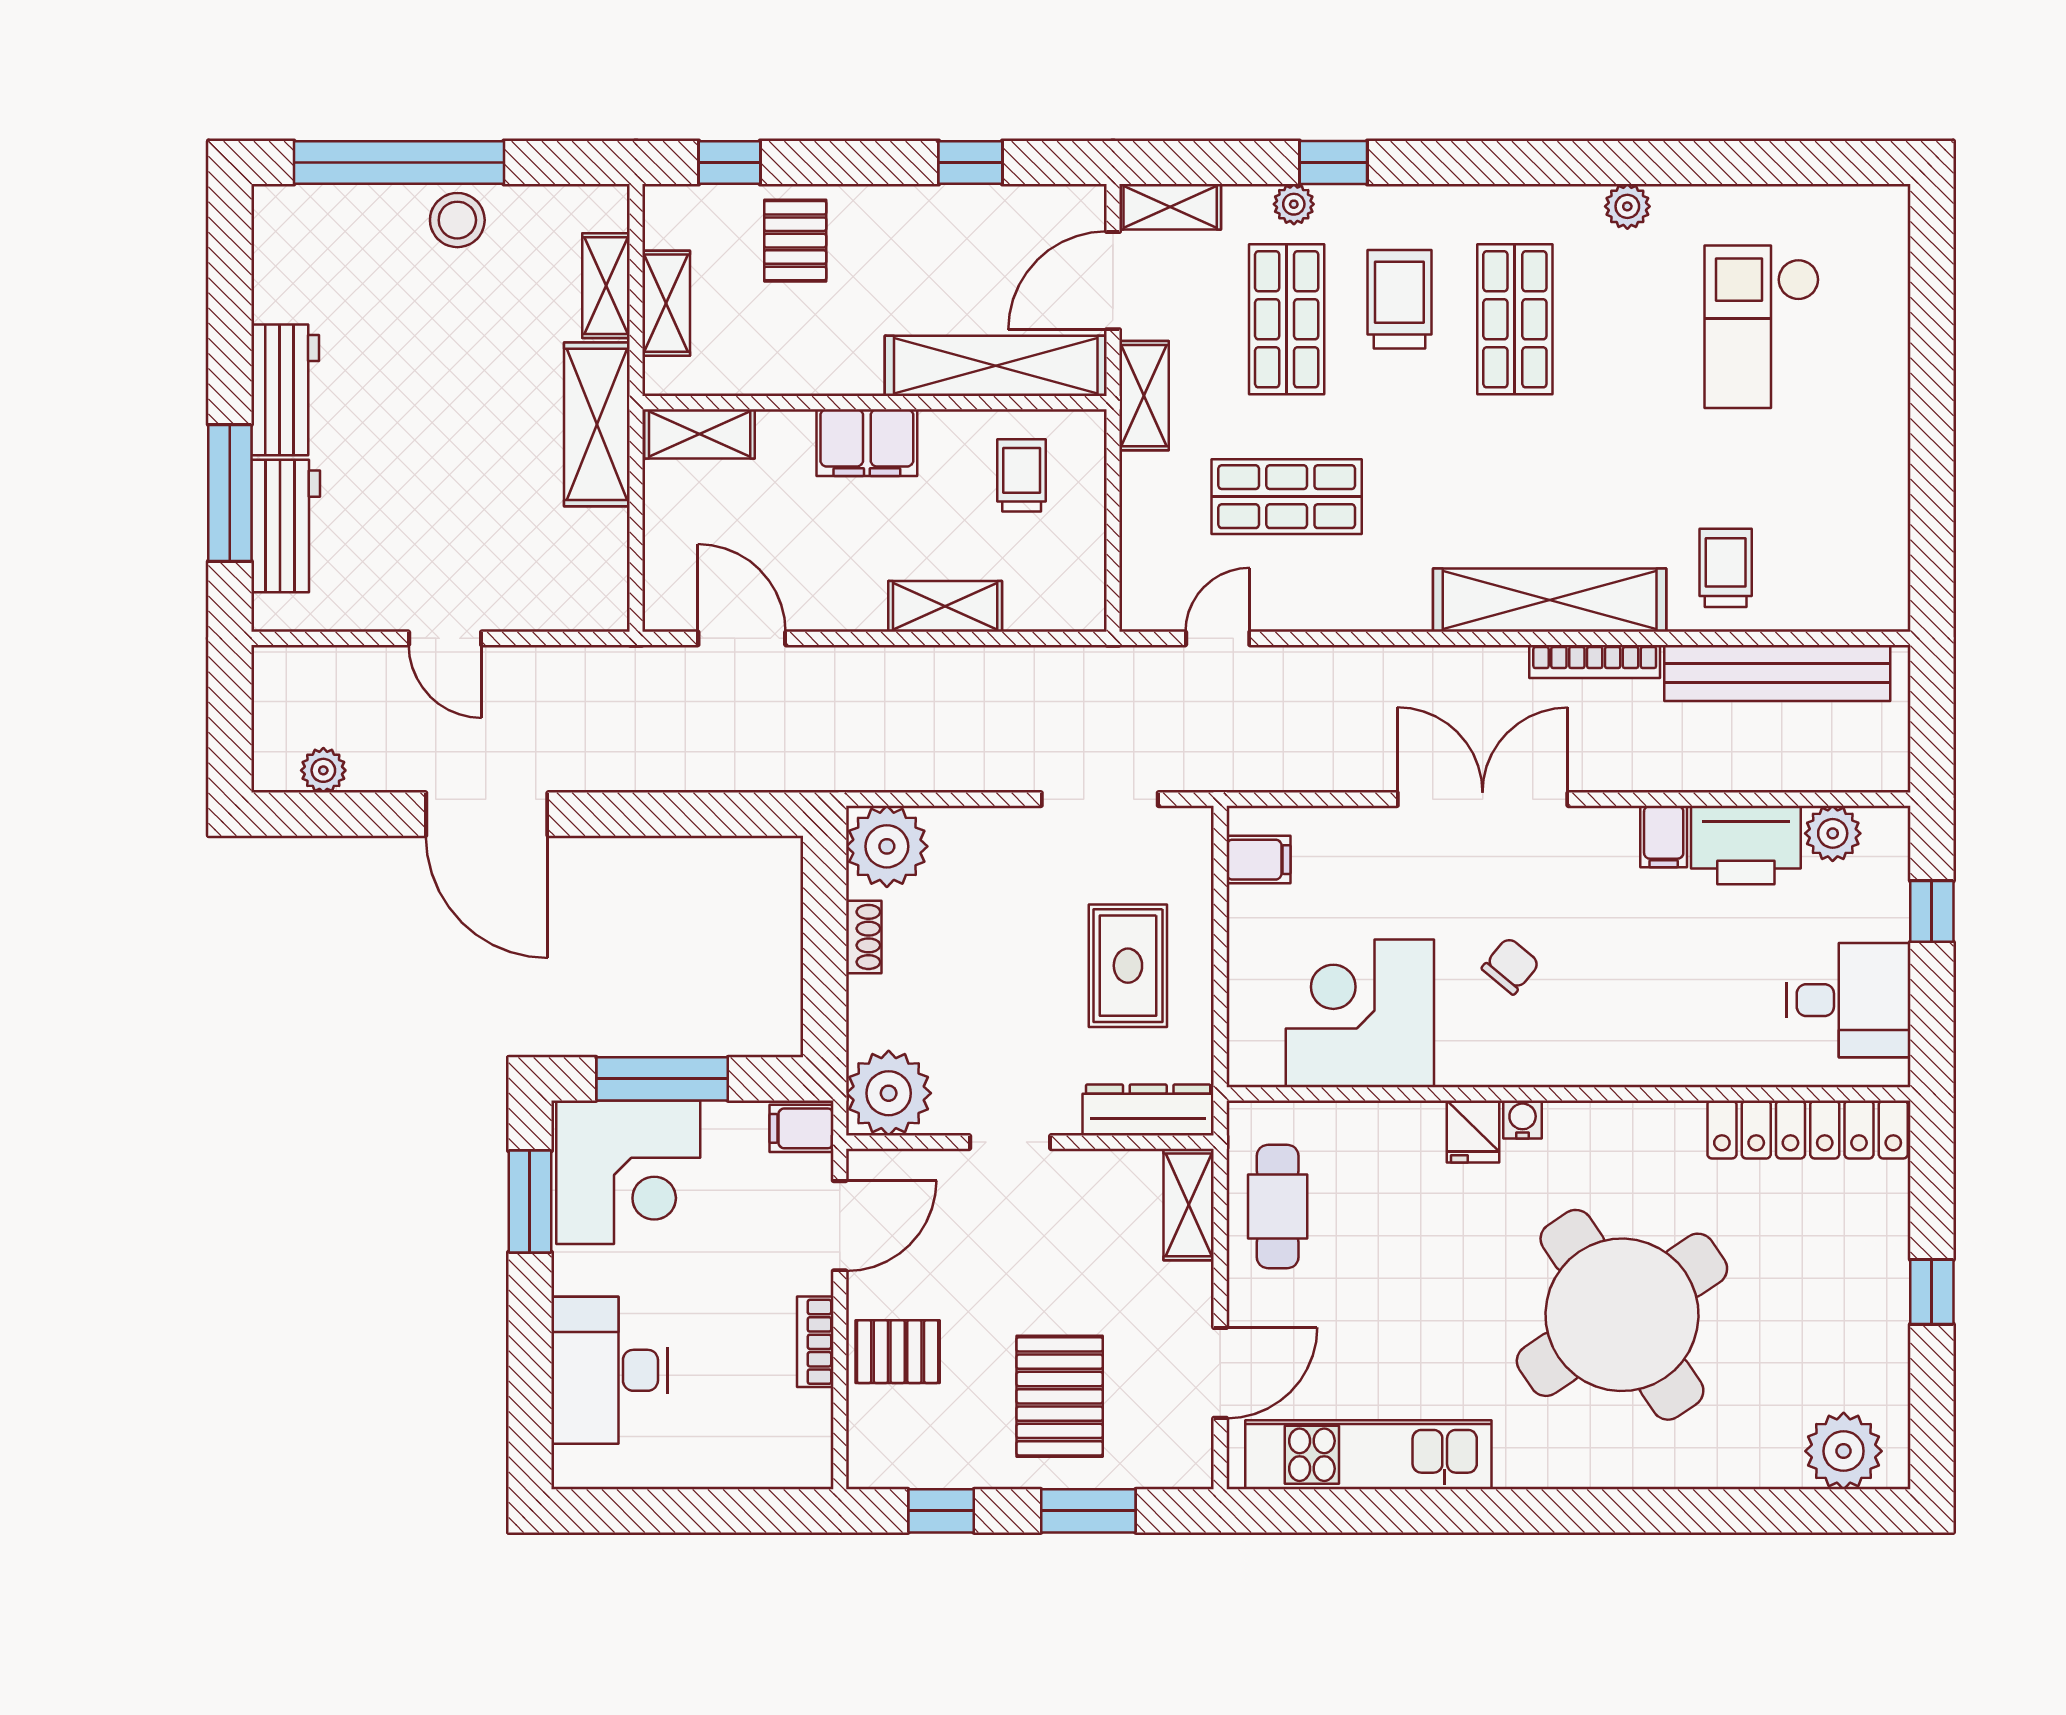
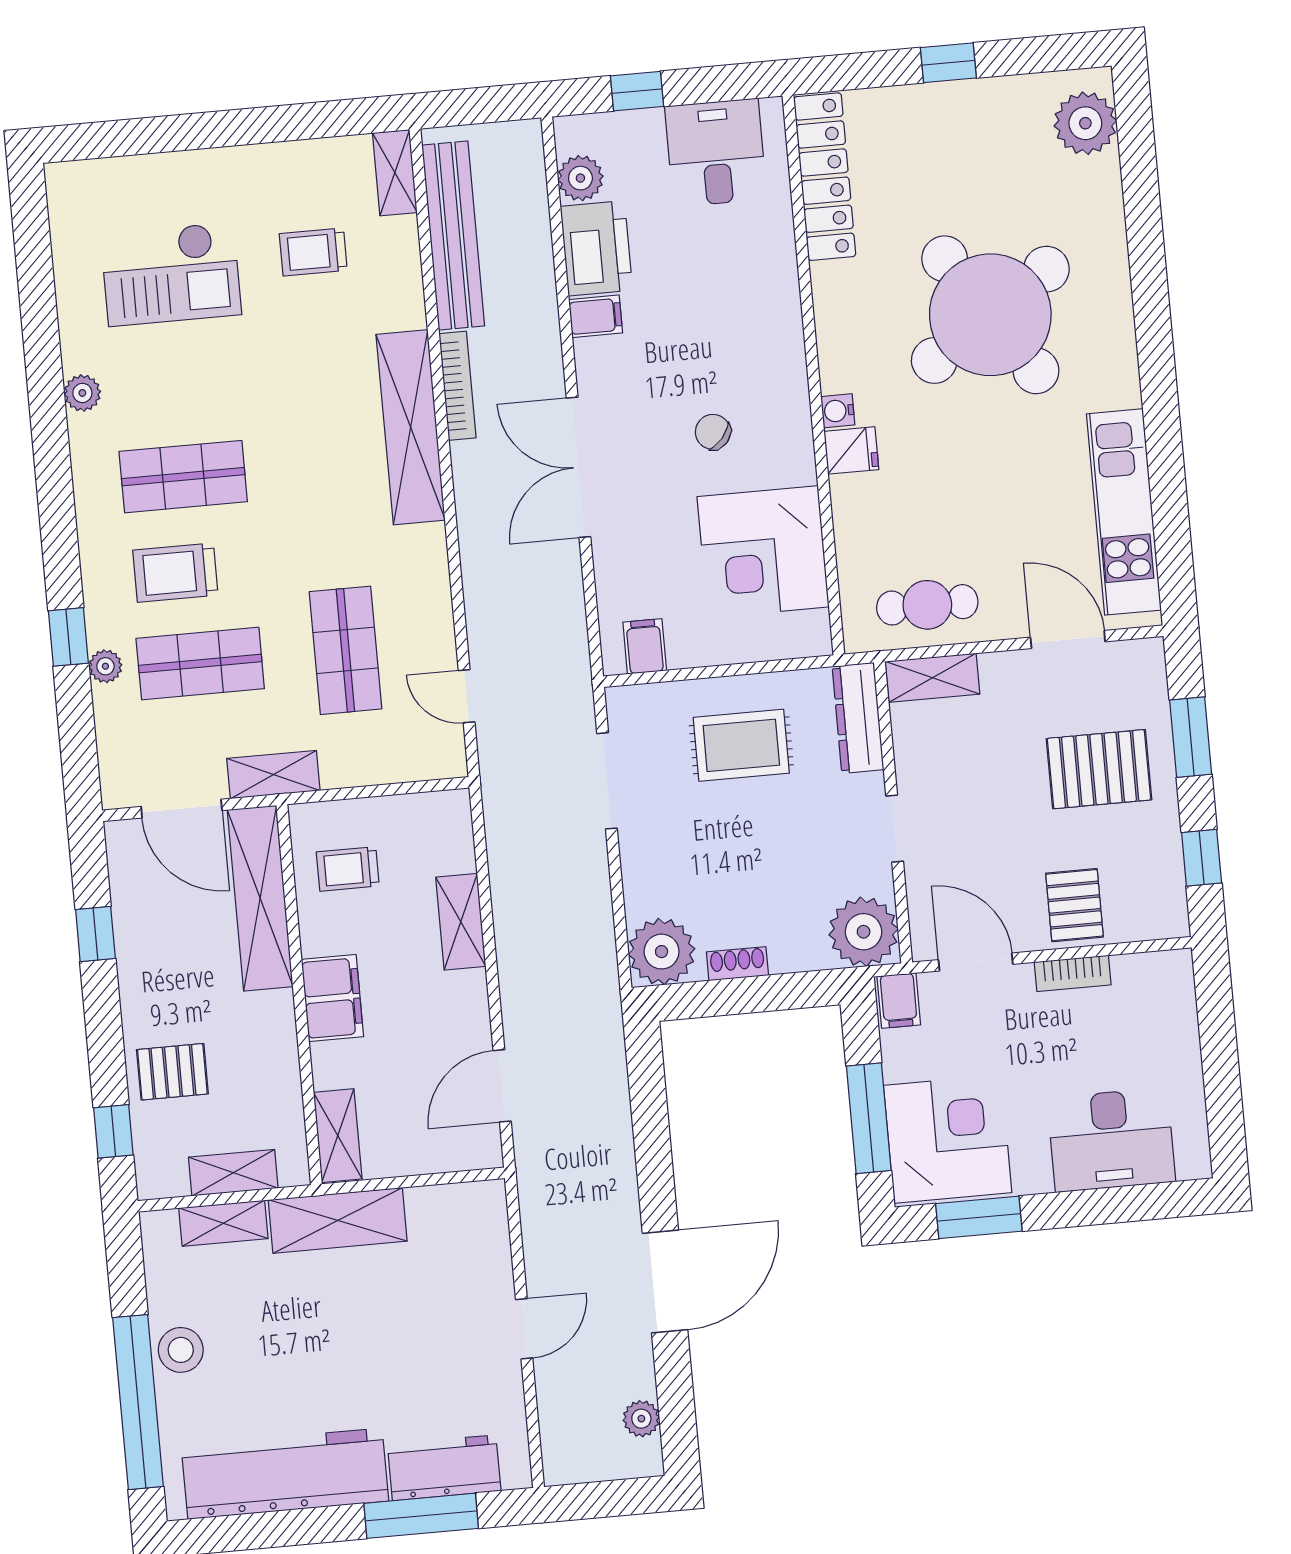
shelving: (1170, 207) -> (395, 173), moved
workbench: (285, 390) -> (285, 1474), width x1.88, depth x1.32
trolley: (1726, 568) -> (313, 252), moved

